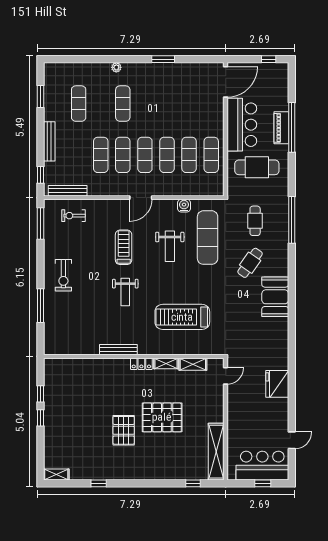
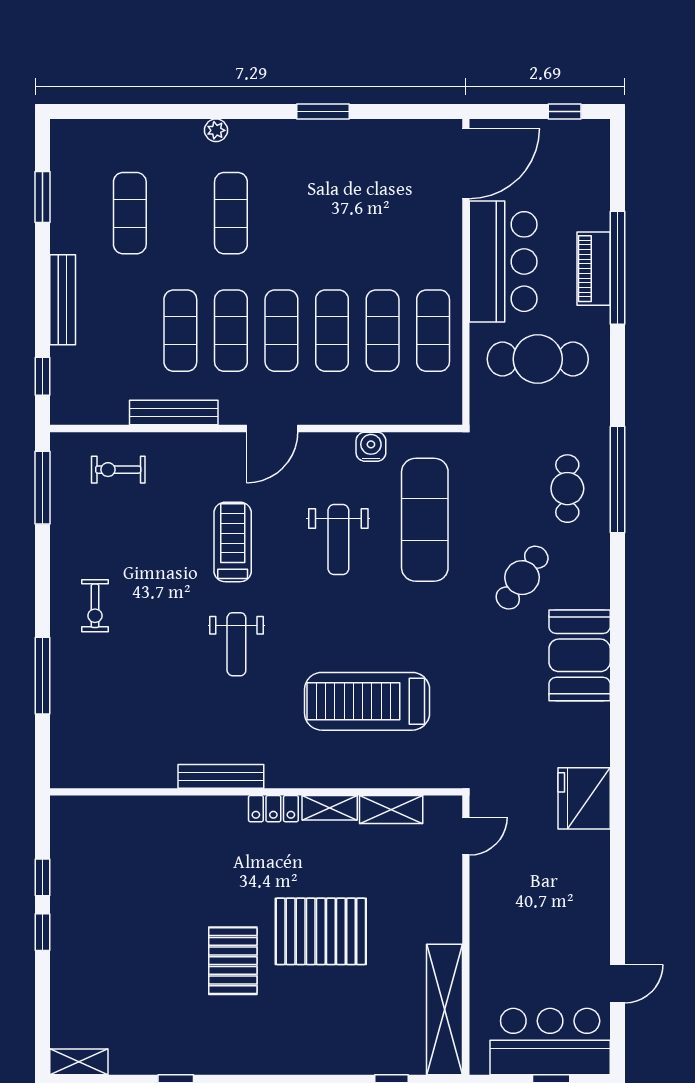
bench: (68, 191) -> (174, 413), moved
cafe table: (255, 221) -> (567, 489), moved
exercise bike: (63, 275) -> (95, 606), width x0.73, depth x0.72
fridge: (277, 384) -> (584, 798), moved

